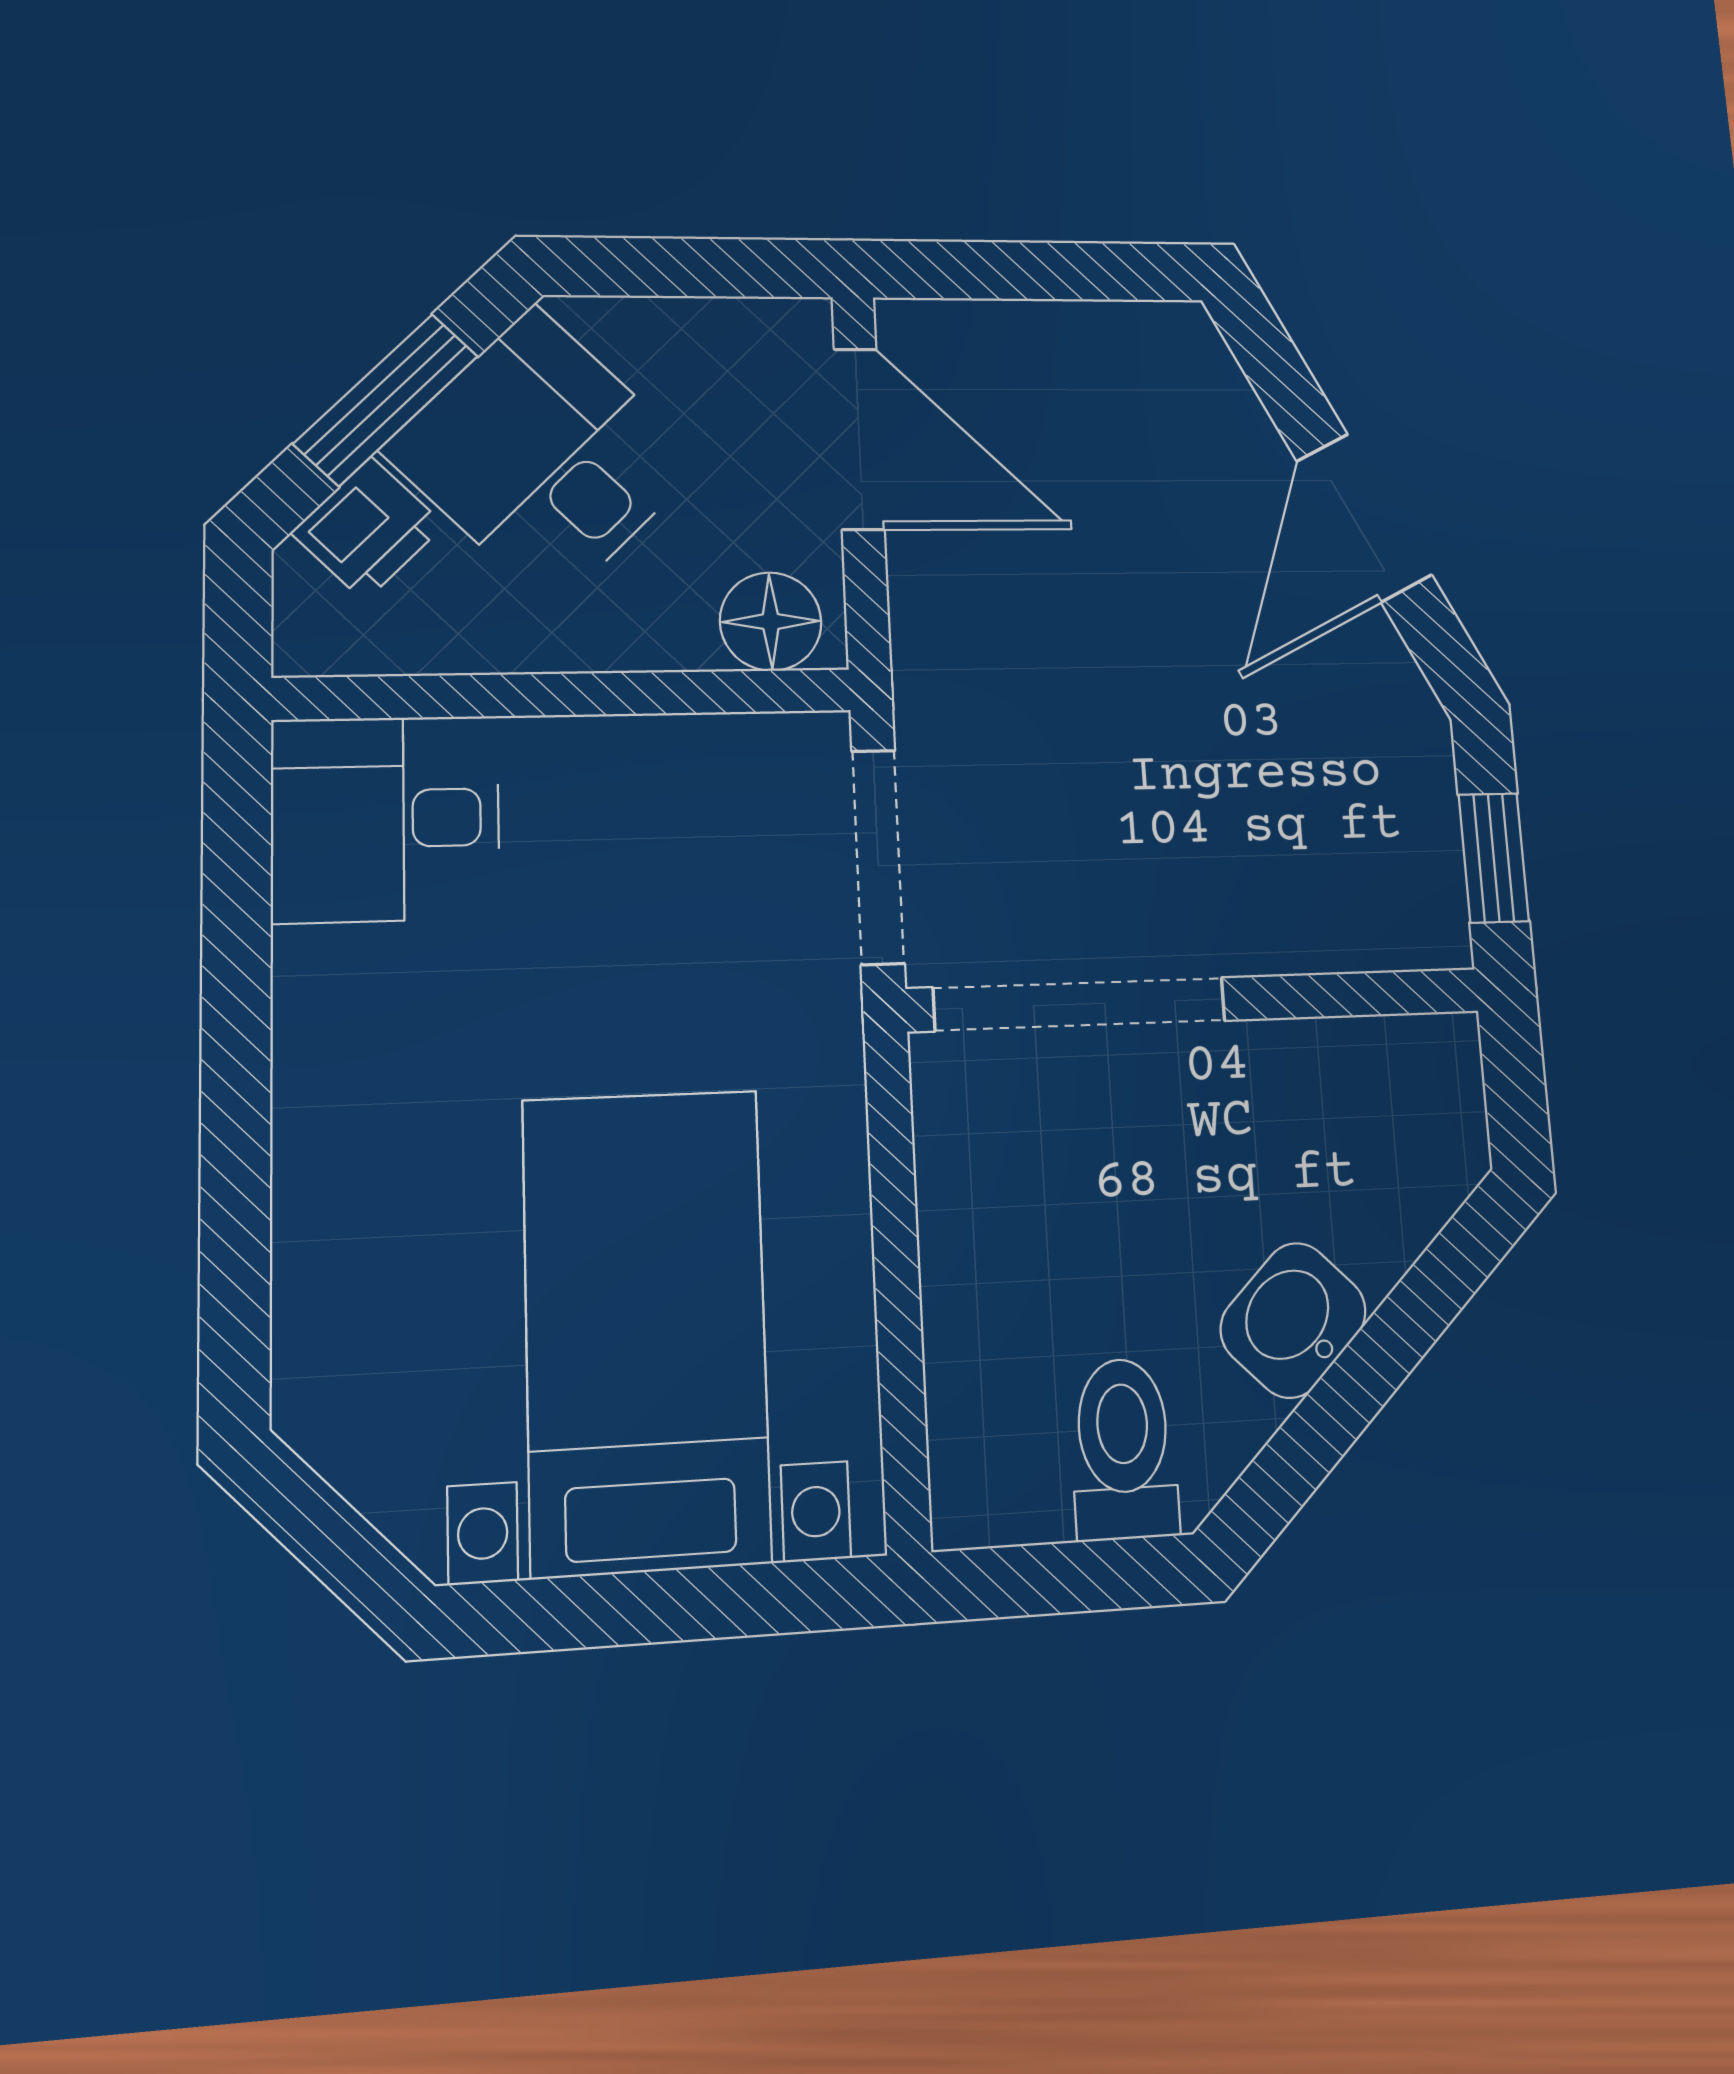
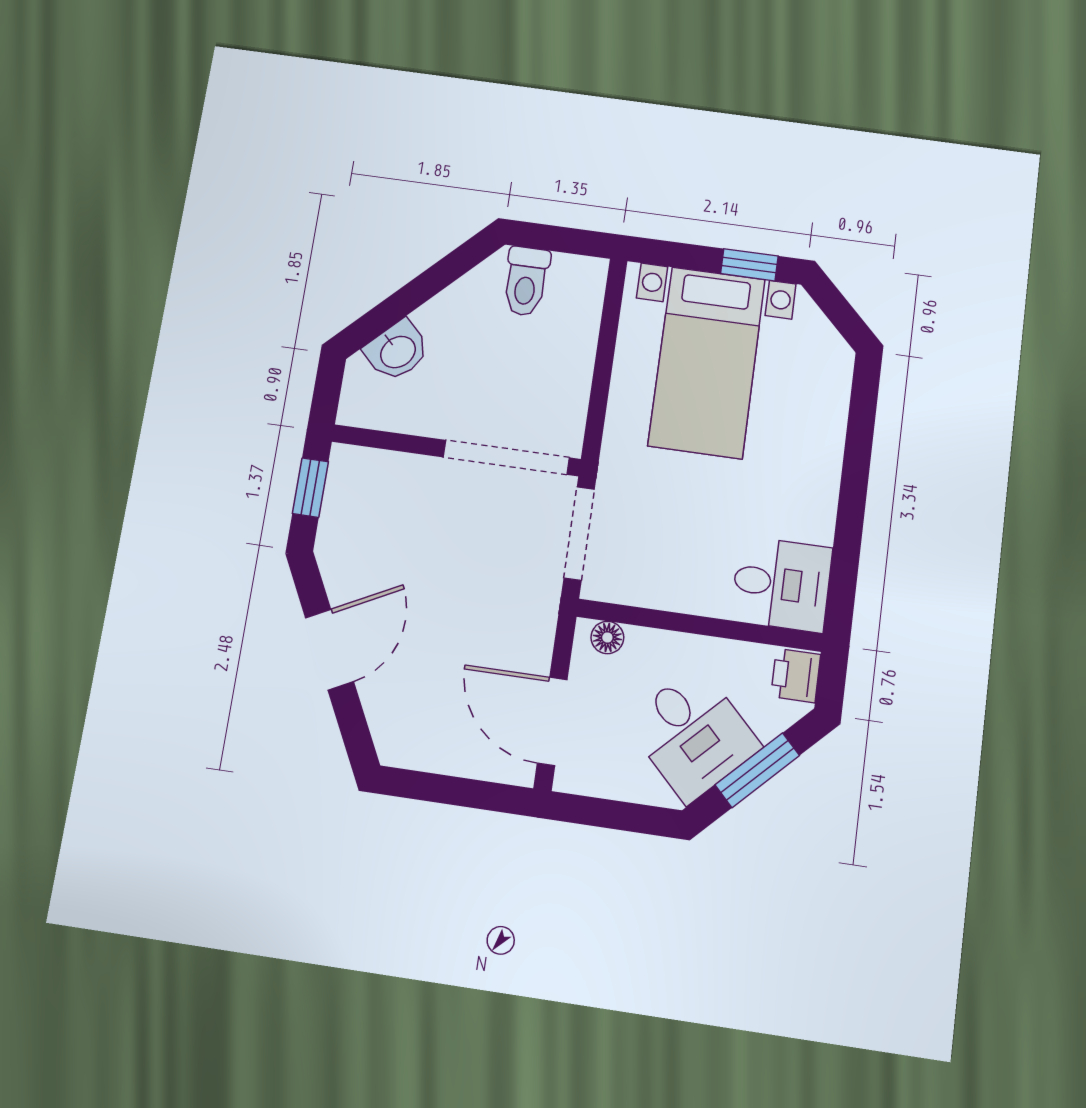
printer: (368, 529) -> (796, 676), moved, turned -45
floor lamp: (771, 622) -> (607, 637), width x0.73, depth x0.73
washbasin: (1293, 1320) -> (397, 351), moved
window: (576, 1612) -> (749, 265), added

